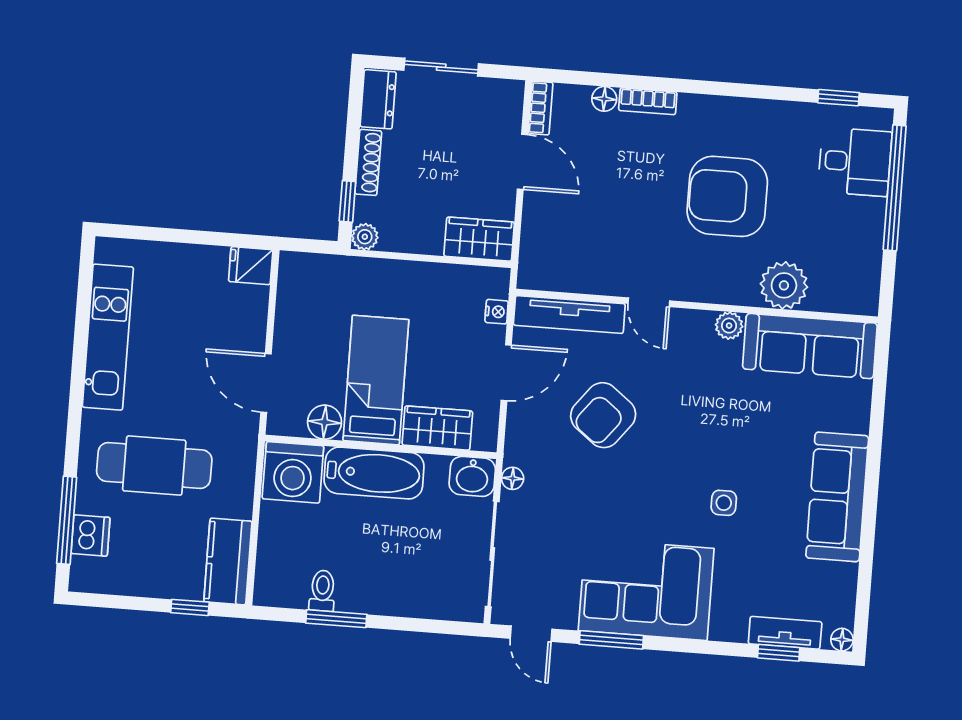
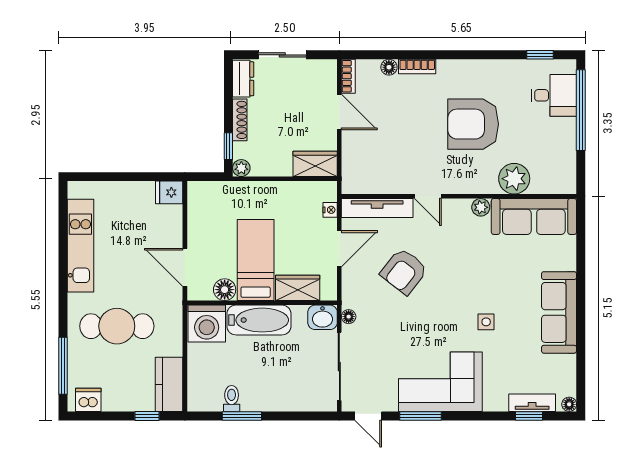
dishwasher: (90, 535) -> (88, 400), moved, turned -90

